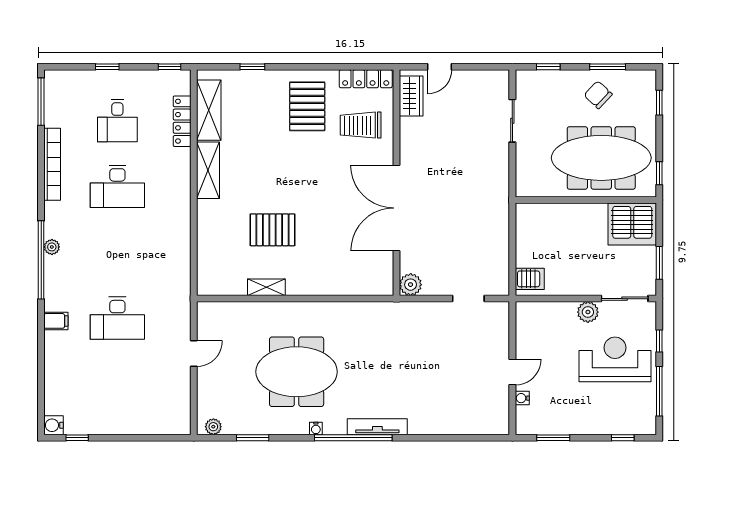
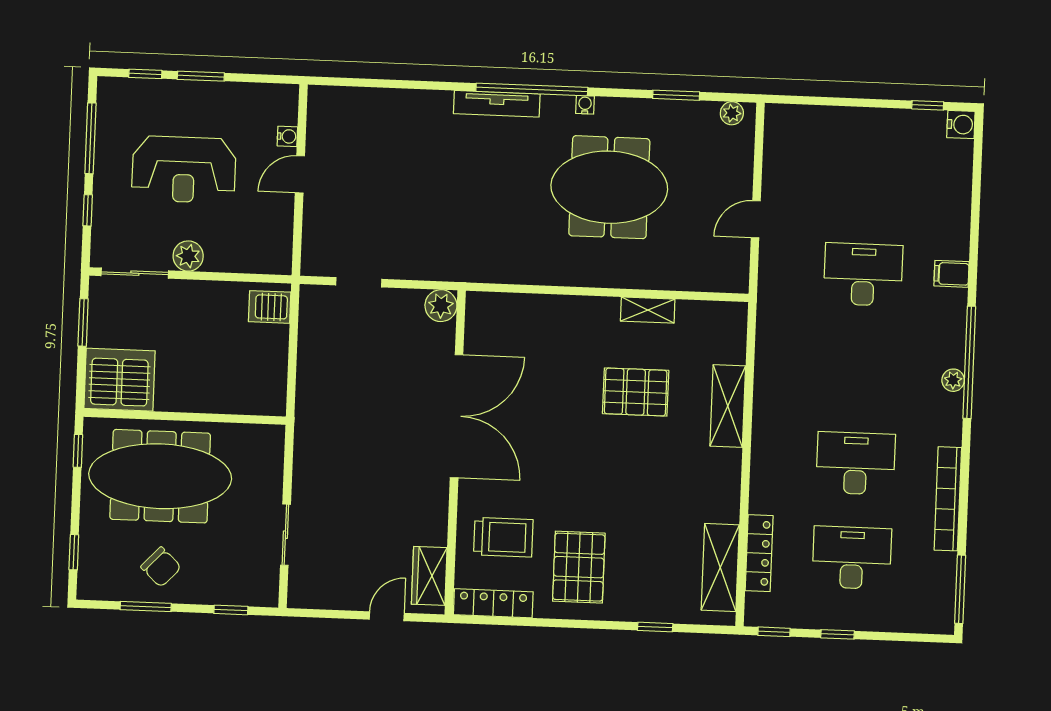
window: (107, 67) -> (838, 634), moved
desk: (117, 121) -> (852, 558), width x1.37
shelving: (208, 170) -> (728, 406), moved
reception desk: (615, 359) -> (184, 170), moved
window: (553, 438) -> (201, 76), moved

